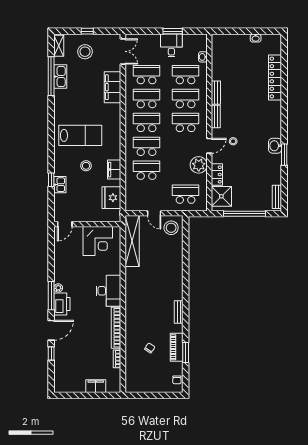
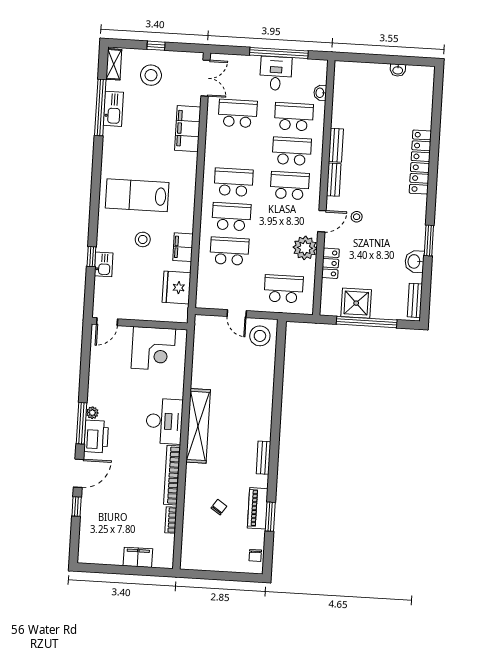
window: (173, 31) -> (279, 53), width x2.11
locker: (275, 78) -> (420, 162), moved
school desk: (147, 99) -> (236, 148), removed
lab bench: (80, 135) -> (137, 195), turned 180
washbasin: (275, 146) -> (414, 261), moved
shower: (221, 196) -> (356, 303), moved
shelving: (132, 241) -> (198, 426), moved

